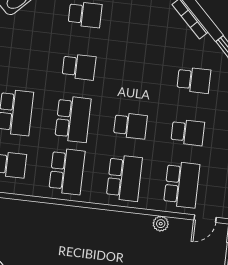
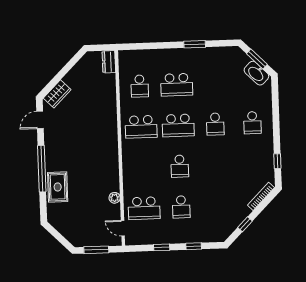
school desk: (194, 80) -> (218, 206), removed
school desk: (124, 178) -> (143, 168), removed

